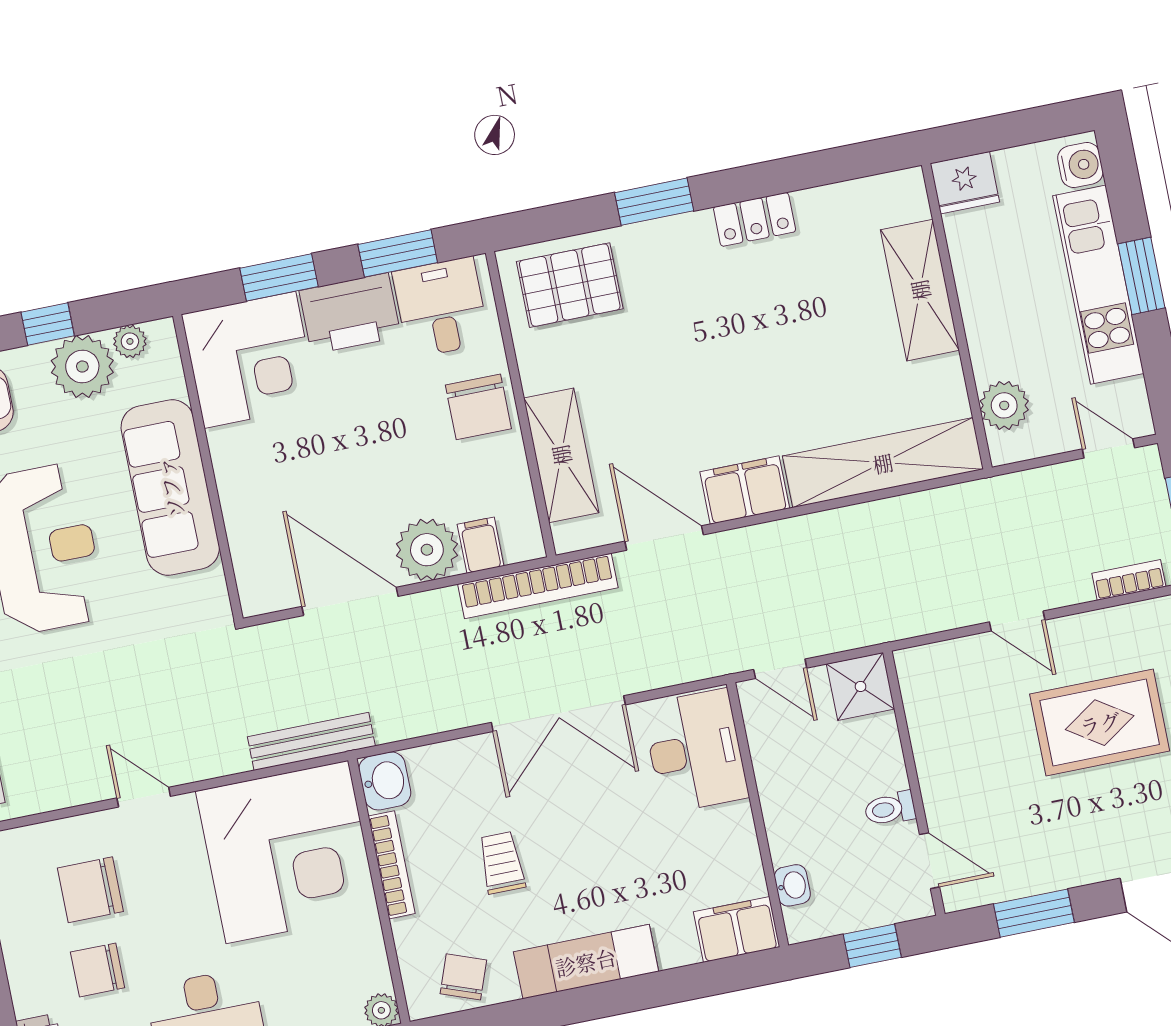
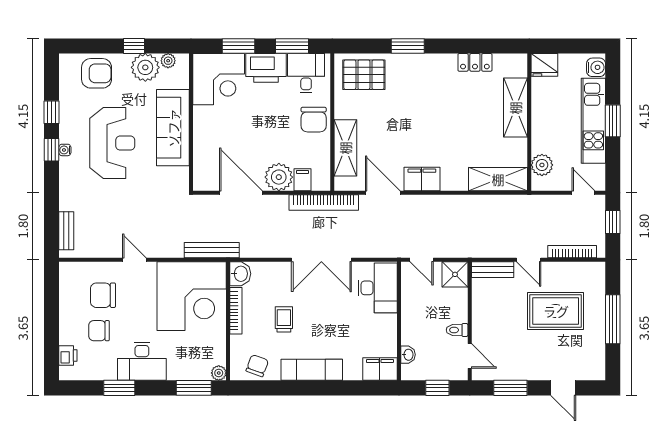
locker: (755, 219) -> (475, 62), moved
shelving: (883, 463) -> (498, 179), width x0.68
bookcase: (1129, 580) -> (572, 252), width x1.56
bench: (942, 659) -> (493, 270), added

